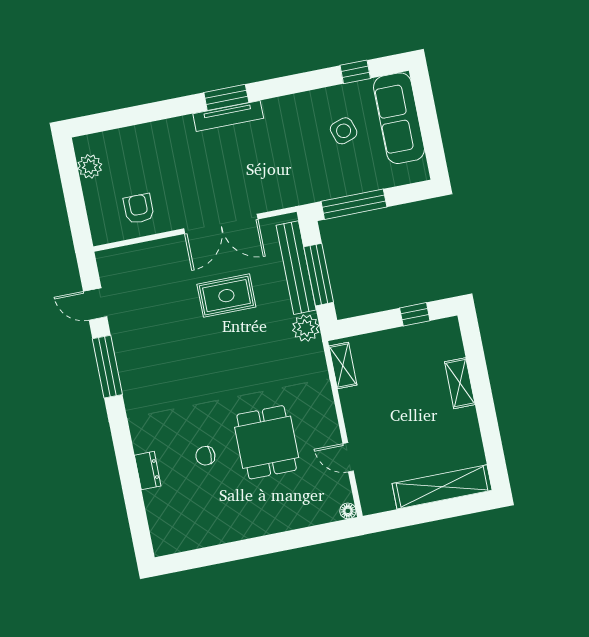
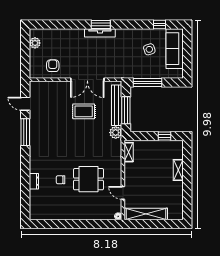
dining table: (267, 442) -> (88, 179), turned 90
shelving: (442, 487) -> (146, 214), moved

